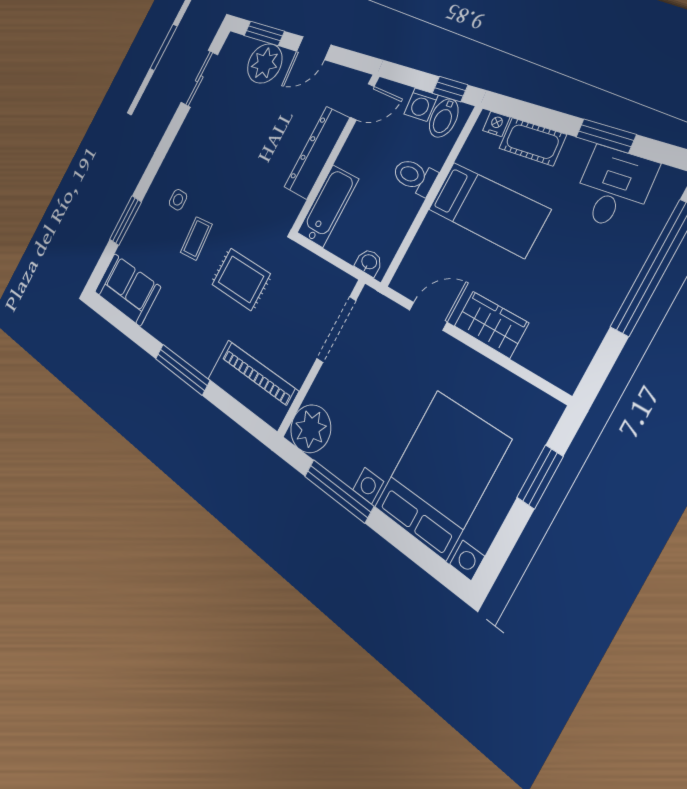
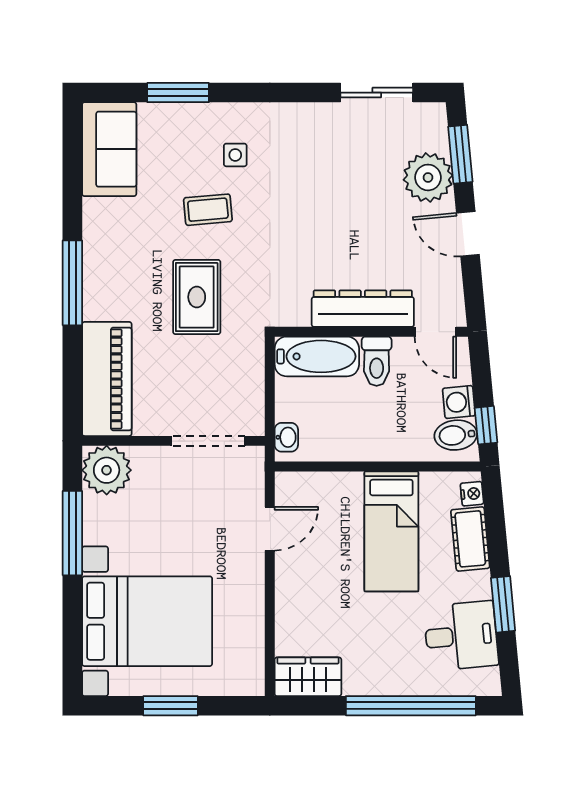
toilet: (414, 176) -> (377, 361), moved, turned 180
door: (428, 316) -> (270, 529), hinge flipped
wardrobe: (491, 325) -> (308, 677), moved, turned -90
window: (540, 477) -> (171, 706), moved

